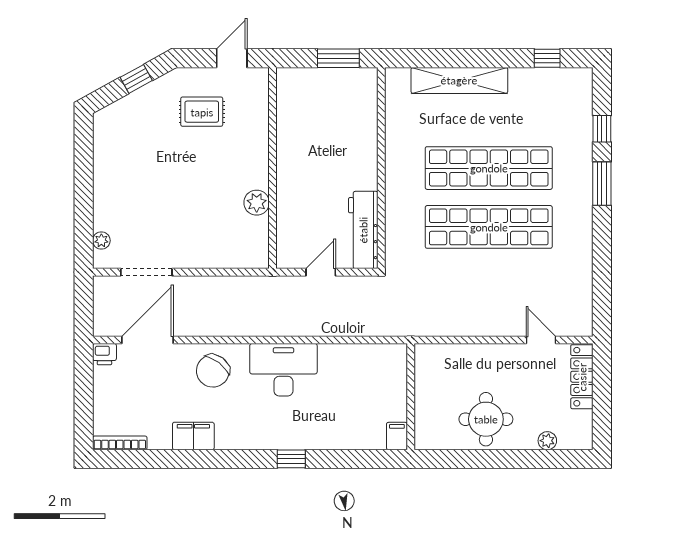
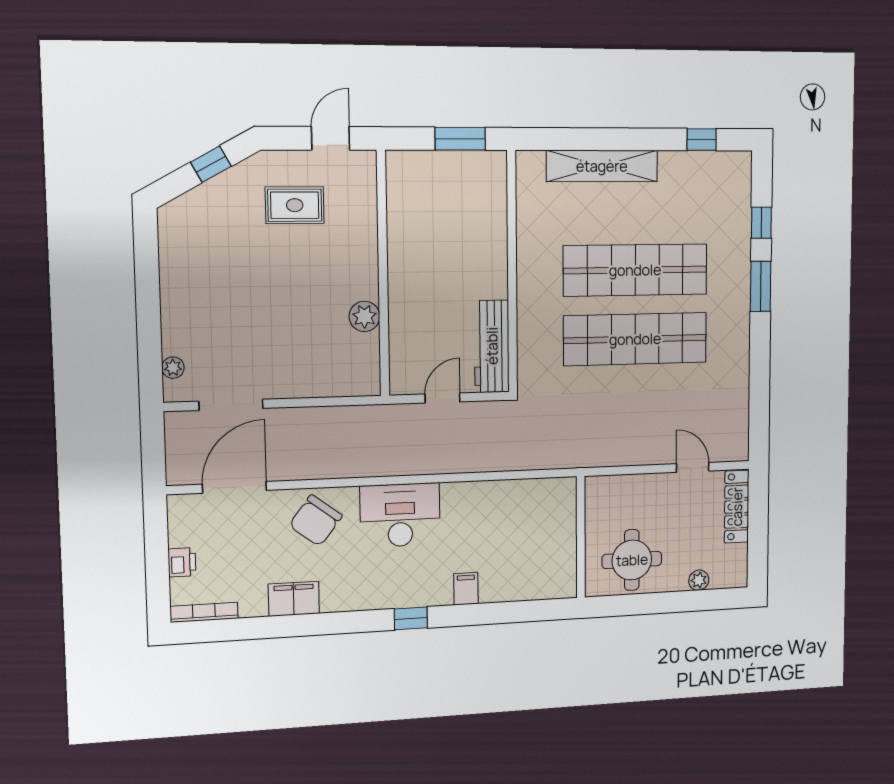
printer: (104, 354) -> (182, 562), moved, turned -90
wall: (411, 397) -> (581, 537), moved
filing cabinet: (397, 436) -> (466, 589), moved

